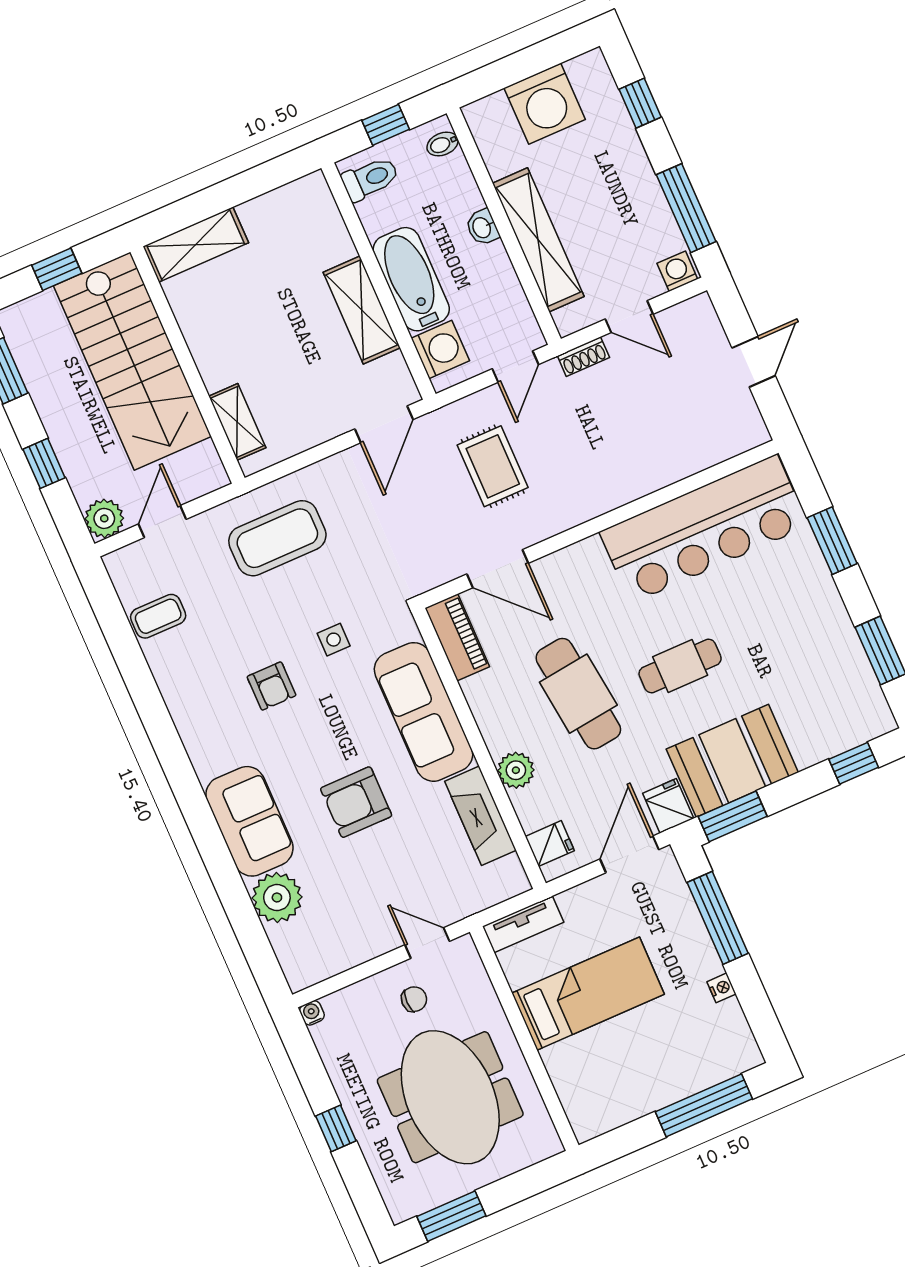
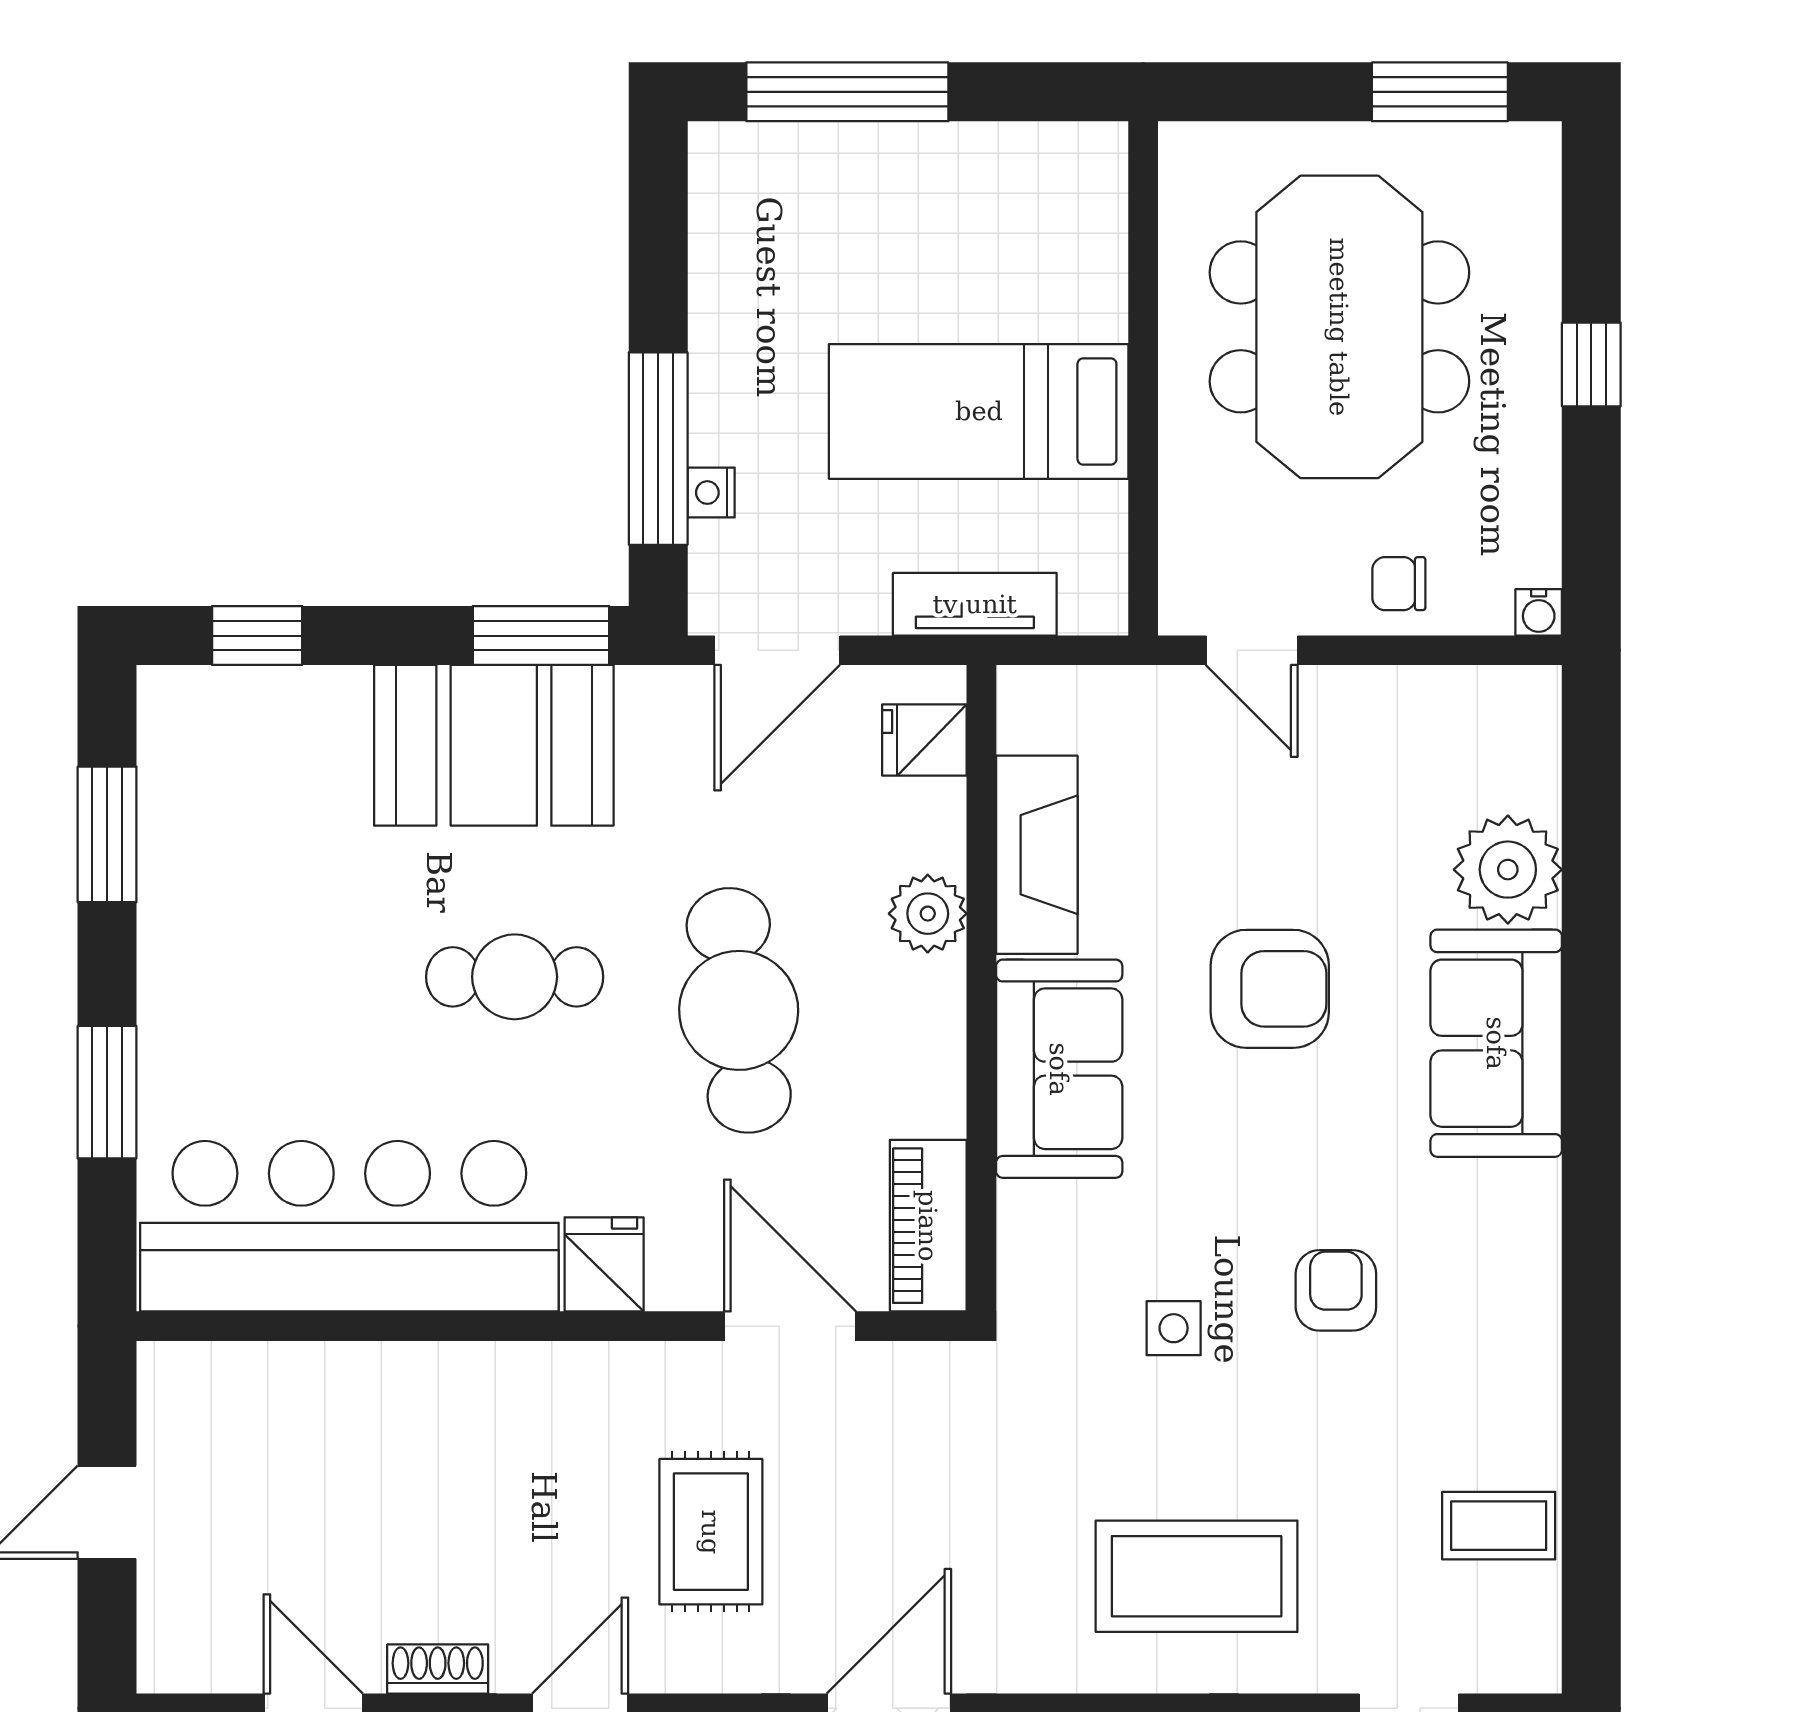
sofa: (423, 712) -> (1059, 1069), width x0.73
fridge: (668, 806) -> (604, 1264), moved, turned 180
tv unit: (523, 924) -> (975, 604), moved
nightstand: (721, 988) -> (711, 493), moved
chair: (414, 999) -> (1399, 584), moved

